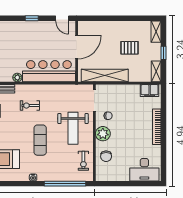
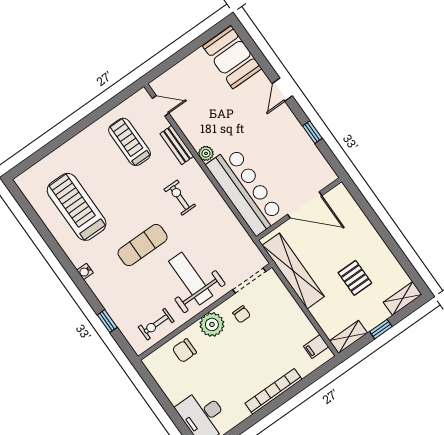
window: (32, 18) -> (312, 132), moved
door: (62, 18) -> (282, 90), moved
filing cabinet: (150, 91) -> (316, 347), width x0.50
weight bench: (73, 128) -> (191, 278), turned 90
window: (65, 184) -> (107, 321), width x0.32

